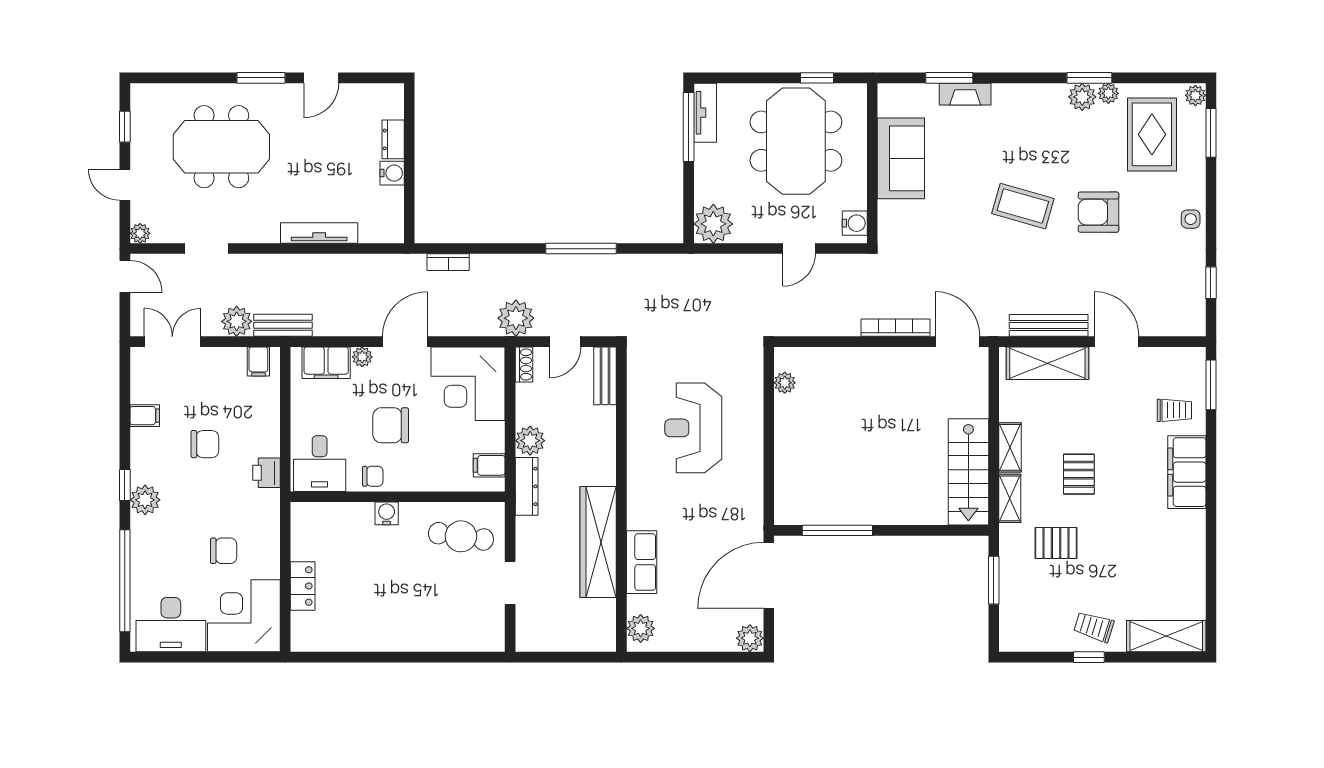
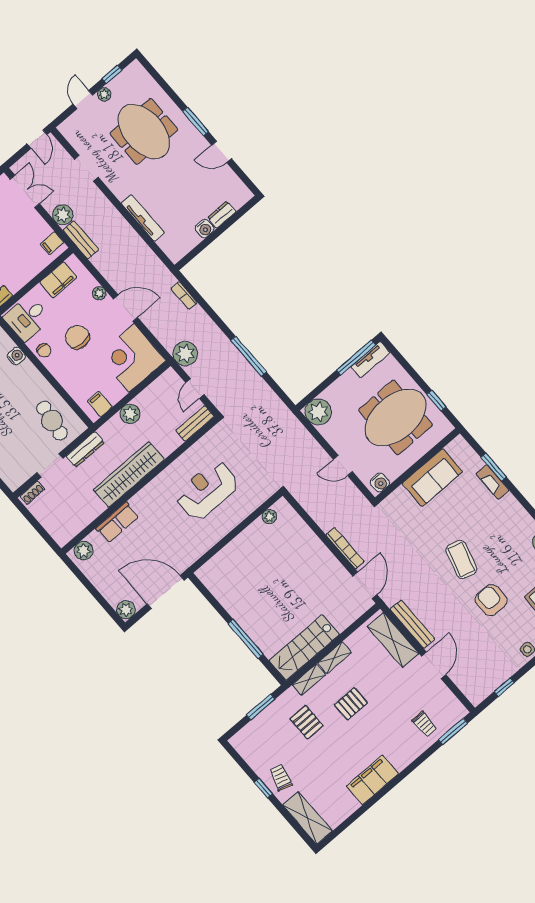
plant: (140, 233) -> (104, 94), moved
door: (565, 342) -> (195, 389), hinge flipped
filing cabinet: (326, 363) -> (58, 280), moved, turned -90
shoe rack: (524, 365) -> (32, 493), moved
filing cabinet: (1187, 472) -> (372, 780), moved
dresser: (527, 486) -> (85, 449), moved
water cooler: (387, 513) -> (16, 356), moved
window: (837, 530) -> (246, 639), moved
wardrobe: (598, 542) -> (129, 475), moved

